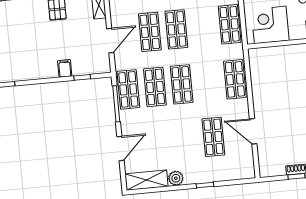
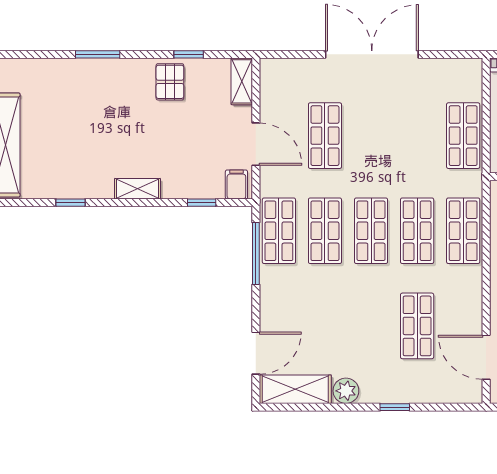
shop shelf: (176, 29) -> (417, 231), moved
door: (110, 41) -> (256, 144), hinge flipped
filing cabinet: (65, 68) -> (236, 184), moved
shelving: (44, 73) -> (137, 189), added
door: (253, 131) -> (486, 357), moved
door: (120, 148) -> (256, 353), moved

